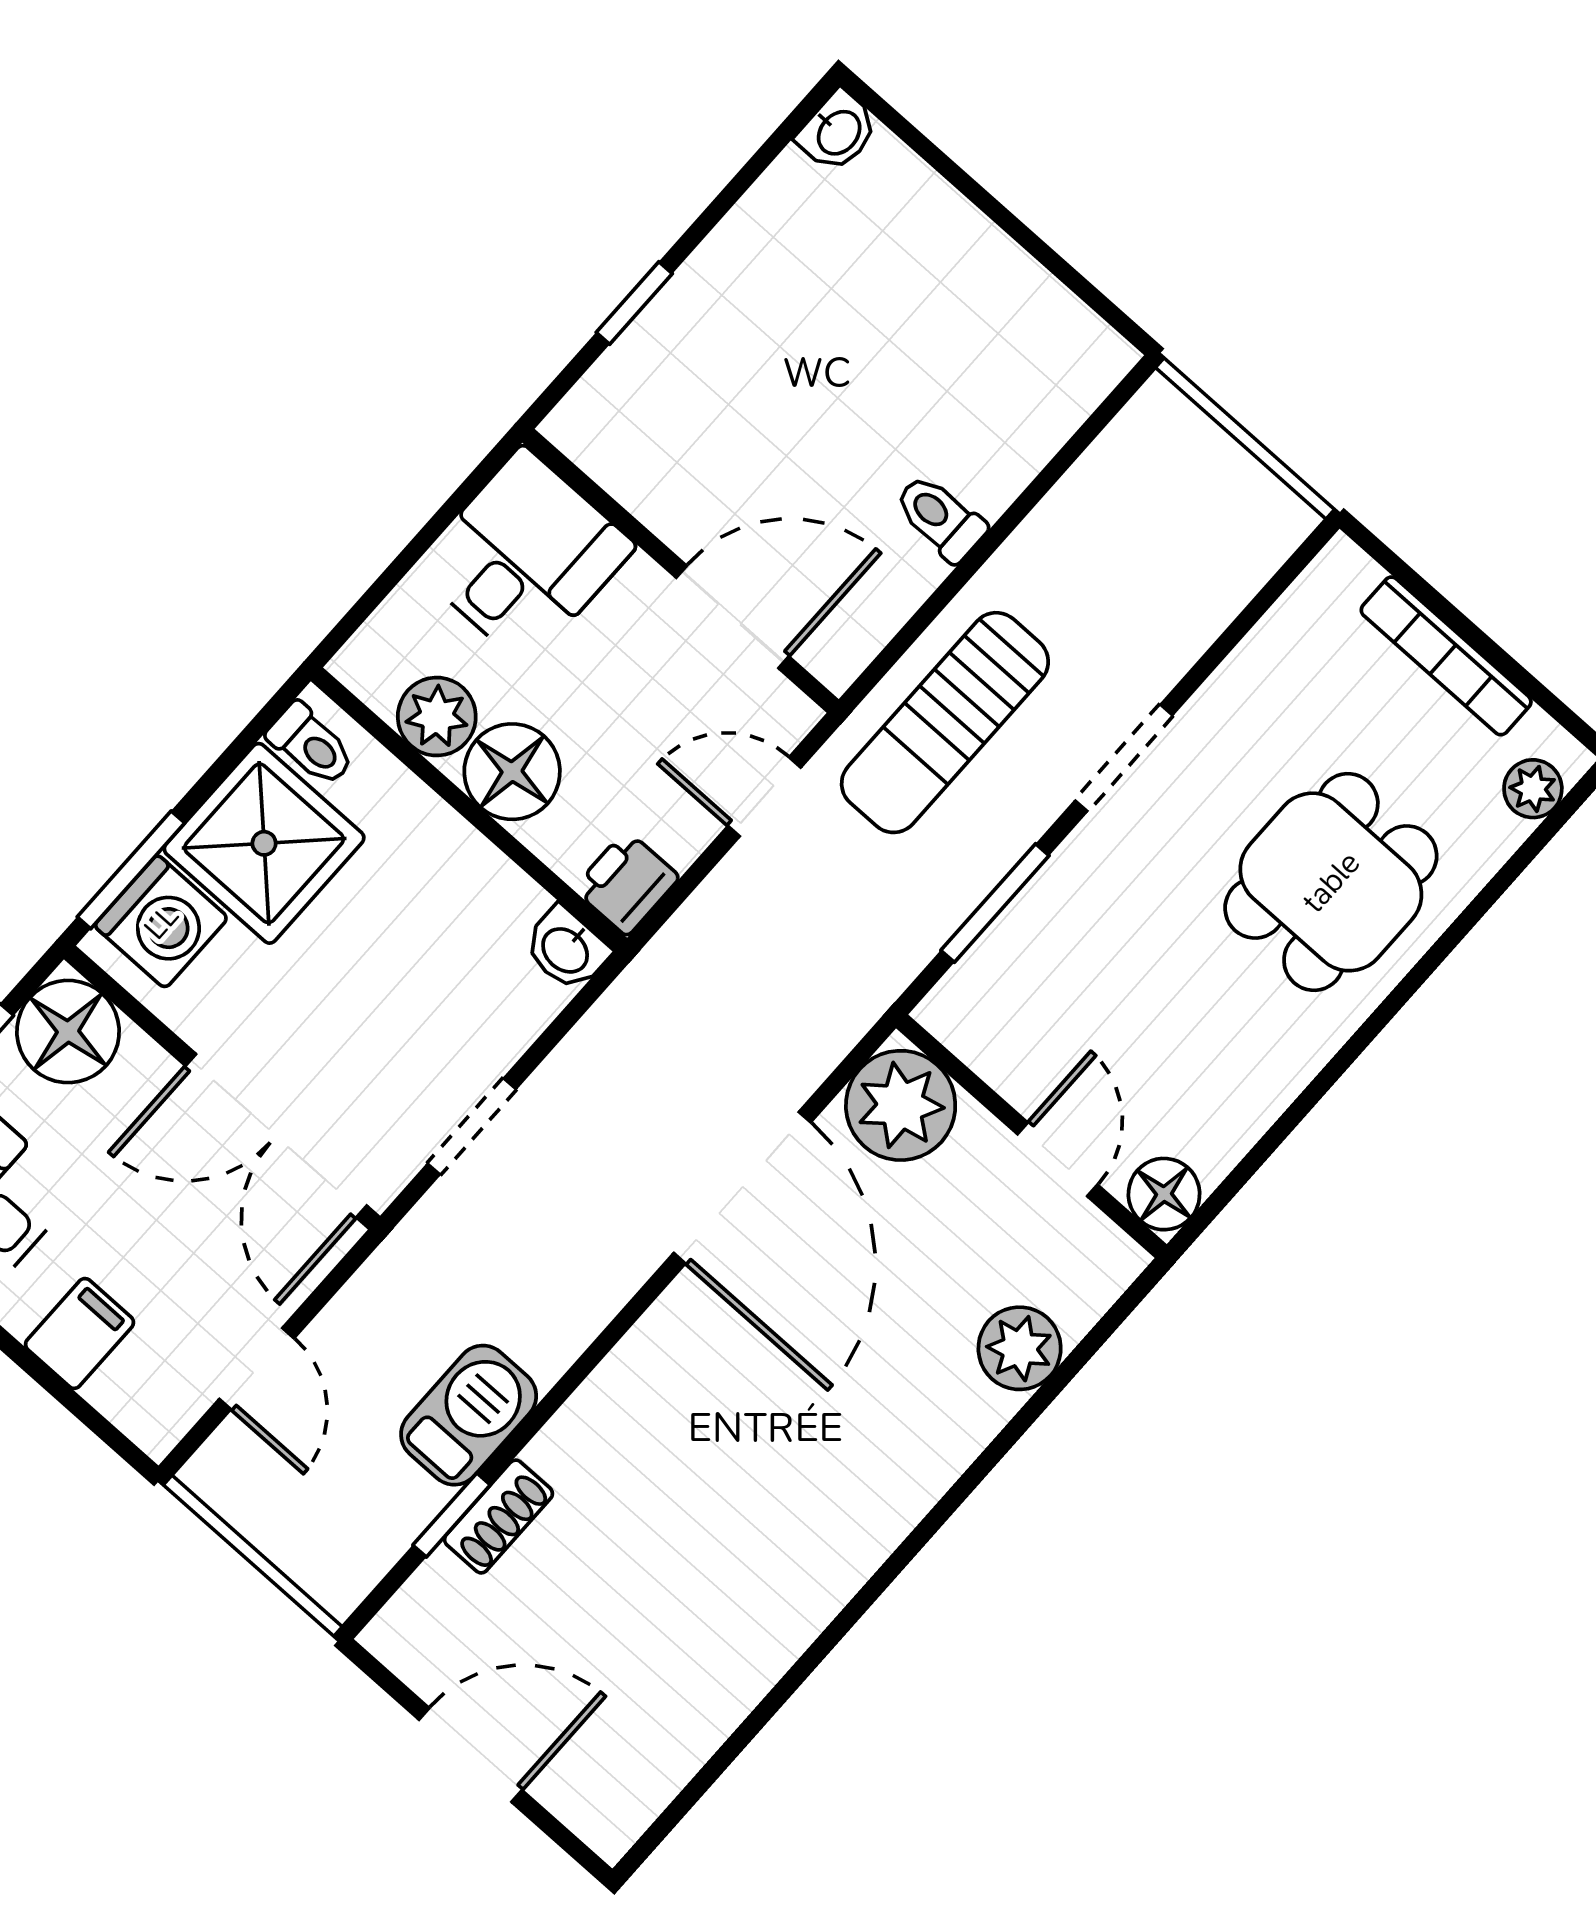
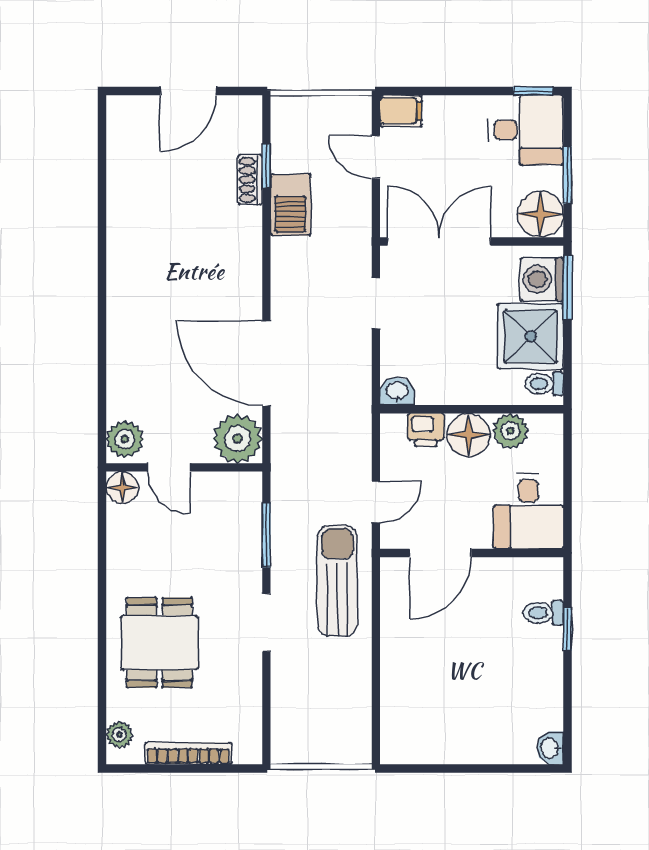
toilet: (940, 518) -> (543, 613), moved, turned 180
printer: (626, 883) -> (426, 430), moved, turned 90
filing cabinet: (80, 1333) -> (401, 111), moved, turned -90
plant: (1020, 1348) -> (125, 439), moved

